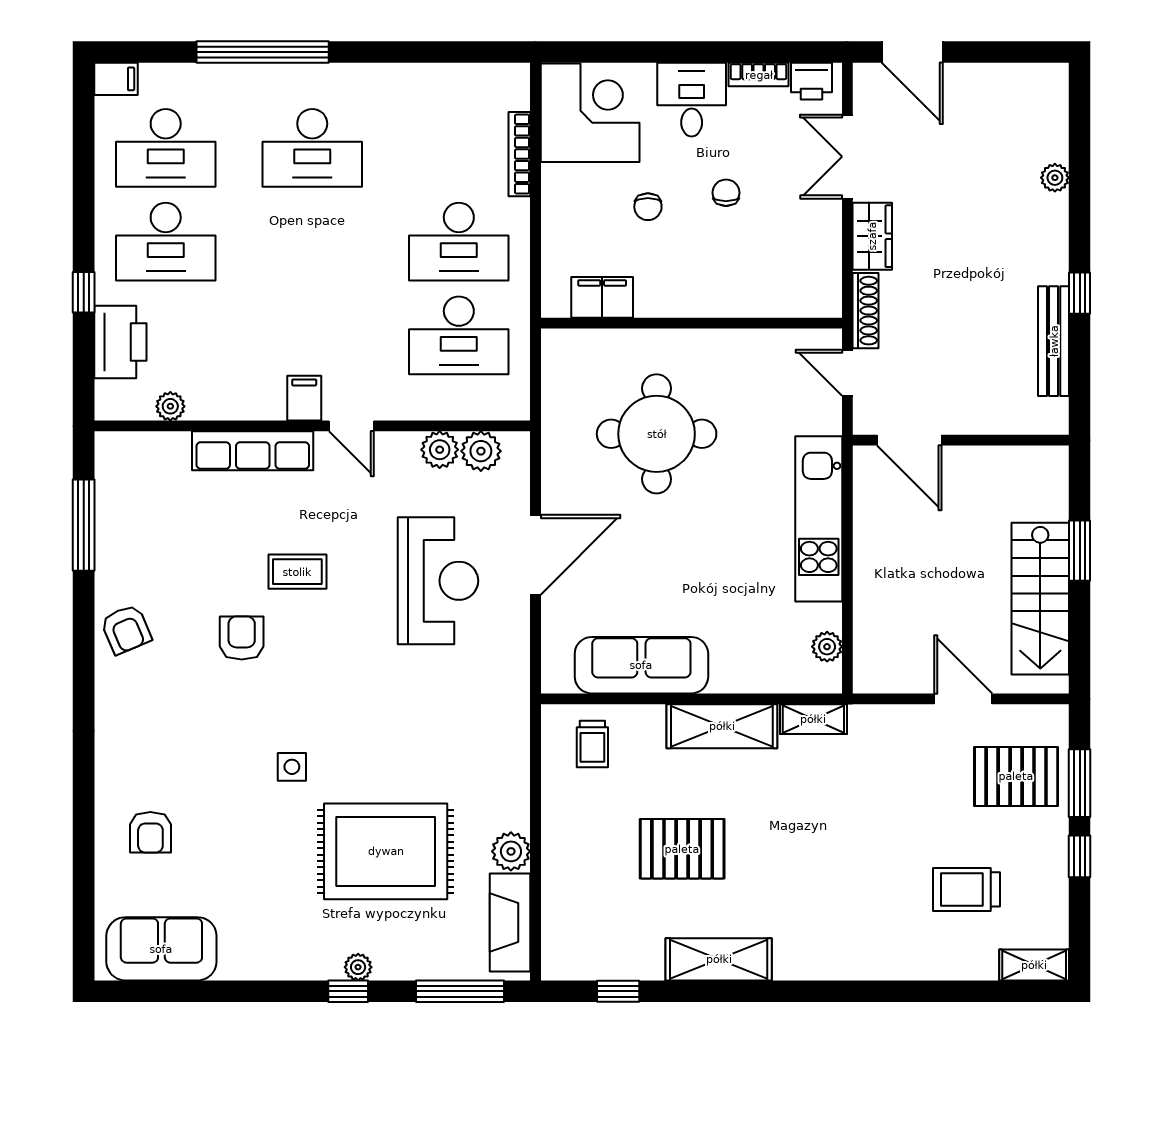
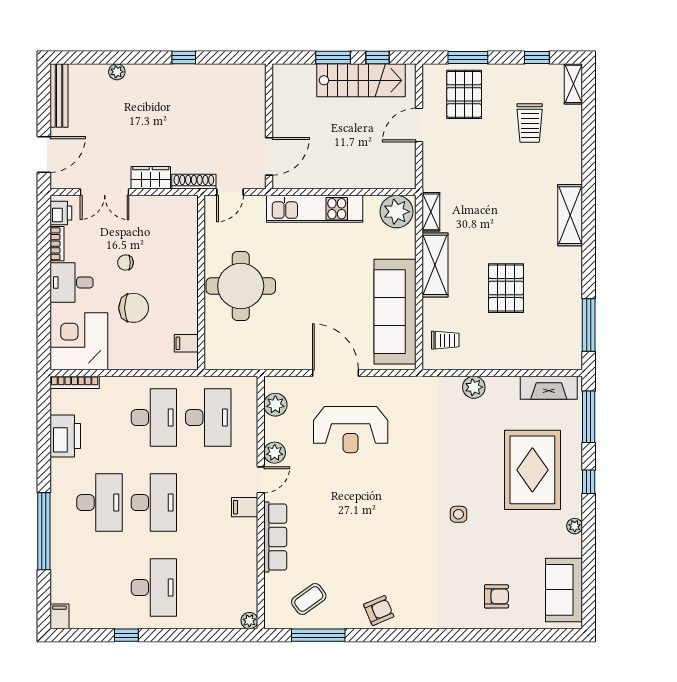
desk: (166, 148) -> (154, 503), moved
bookcase: (519, 154) -> (75, 382), moved
chair: (648, 207) -> (134, 308), width x1.87, depth x1.87
window: (84, 292) -> (126, 635), moved
filing cabinet: (602, 297) -> (186, 343), width x0.50
bench: (1054, 341) -> (59, 96), moved, turned 90
printer: (120, 342) -> (65, 436), moved, turned 90
plant: (170, 406) -> (249, 621), moved
round table: (657, 434) -> (241, 286), moved
plant: (440, 450) -> (275, 453), moved
coffee table: (297, 572) -> (309, 599), moved, turned 54
reception desk: (438, 581) -> (351, 430), turned 180
window: (1080, 627) -> (378, 57), added
armchair: (242, 638) -> (384, 543), removed
plant: (827, 647) -> (396, 212), width x1.87, depth x1.87
sofa: (641, 665) -> (395, 312), width x1.36, depth x1.27
rug: (386, 851) -> (532, 470), moved
plant: (511, 851) -> (474, 387), moved
window: (1080, 856) -> (537, 57), moved
shelving: (719, 959) -> (570, 215), moved
plant: (358, 967) -> (575, 526), moved
window: (618, 991) -> (589, 325), width x2.17

